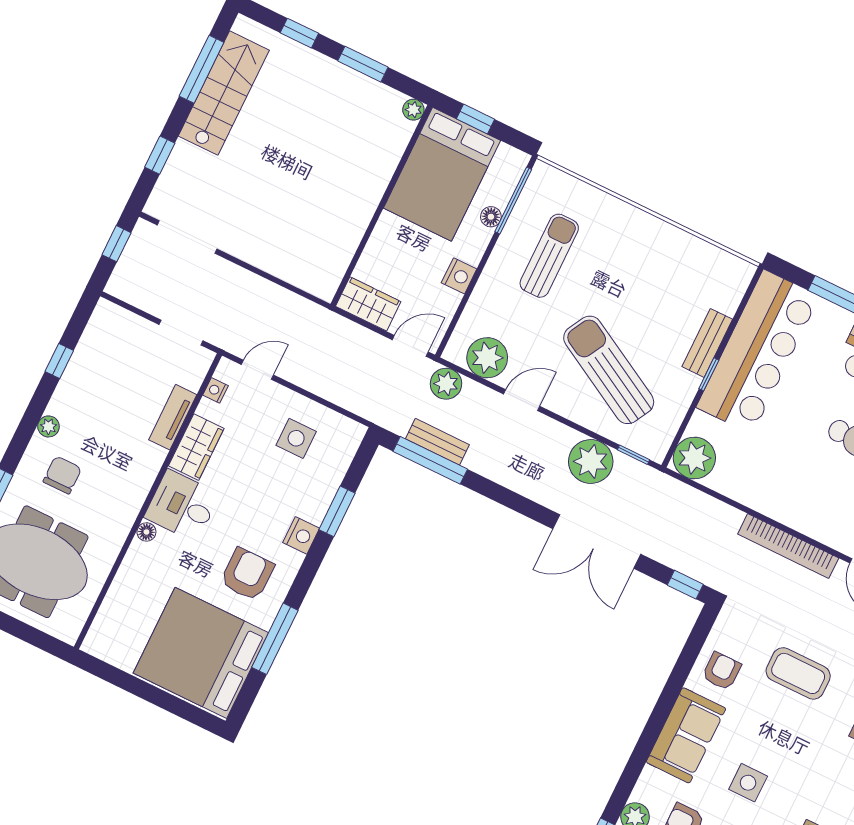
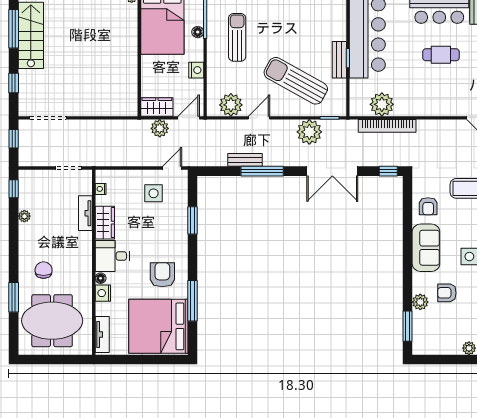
bench: (707, 343) -> (339, 60), moved
window: (59, 361) -> (14, 189), moved
door: (257, 370) -> (172, 168), moved
plant: (446, 384) -> (160, 128), moved
plant: (48, 426) -> (24, 216), moved
bench: (437, 442) -> (245, 160), moved
plant: (694, 458) -> (382, 104), moved
window: (430, 460) -> (262, 171), moved
nightstand: (301, 535) -> (103, 293), moved, turned 180
bookcase: (788, 546) -> (387, 126), moved
tv unit: (105, 622) -> (102, 335), added
armchair: (722, 671) -> (428, 206), turned 180

